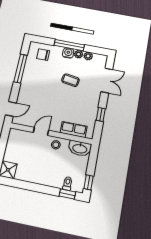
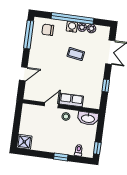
window: (69, 45) -> (72, 18), width x1.46
window: (21, 69) -> (29, 35), moved
door: (11, 109) -> (23, 74), moved
row of seats: (74, 130) -> (71, 100), moved
window: (67, 194) -> (61, 157), moved

